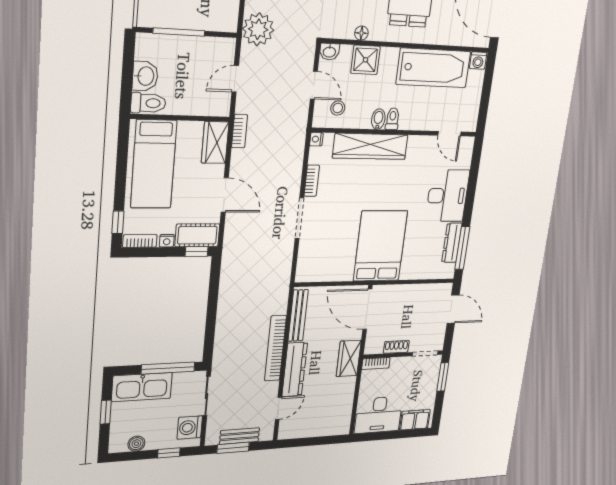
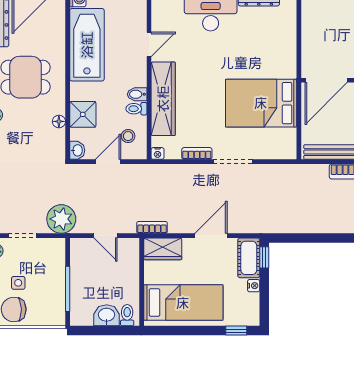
toilet: (148, 103) -> (127, 315), width x0.73, depth x0.72
toilet: (393, 119) -> (136, 109), moved
door: (449, 134) -> (149, 44), moved
bookcase: (140, 241) -> (254, 310), removed
bed: (380, 246) -> (261, 103), moved

